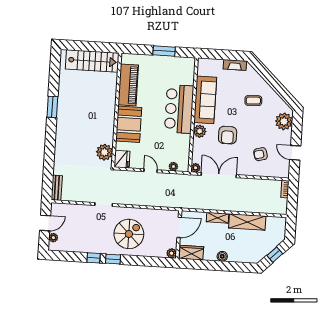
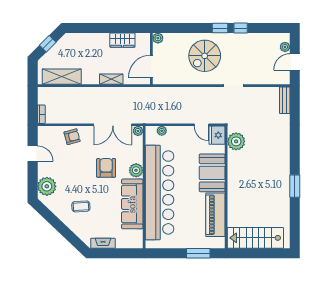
window: (164, 51) -> (198, 253), moved
bar counter: (179, 109) -> (159, 192), width x1.86
armchair: (261, 154) -> (72, 137), moved
door: (151, 171) -> (202, 125), moved
shelving: (247, 222) -> (62, 77), moved
wardrobe: (191, 253) -> (122, 40), moved
boiler: (222, 256) -> (104, 38), removed

